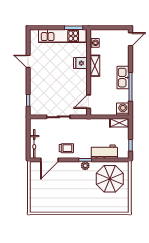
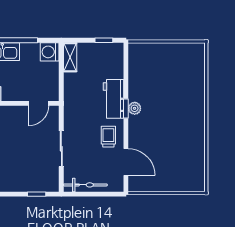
door: (89, 102) -> (38, 103), hinge flipped
bicycle: (34, 144) -> (85, 185), moved
workbench: (104, 152) -> (113, 99), moved
parasol: (110, 179) -> (154, 71), removed

